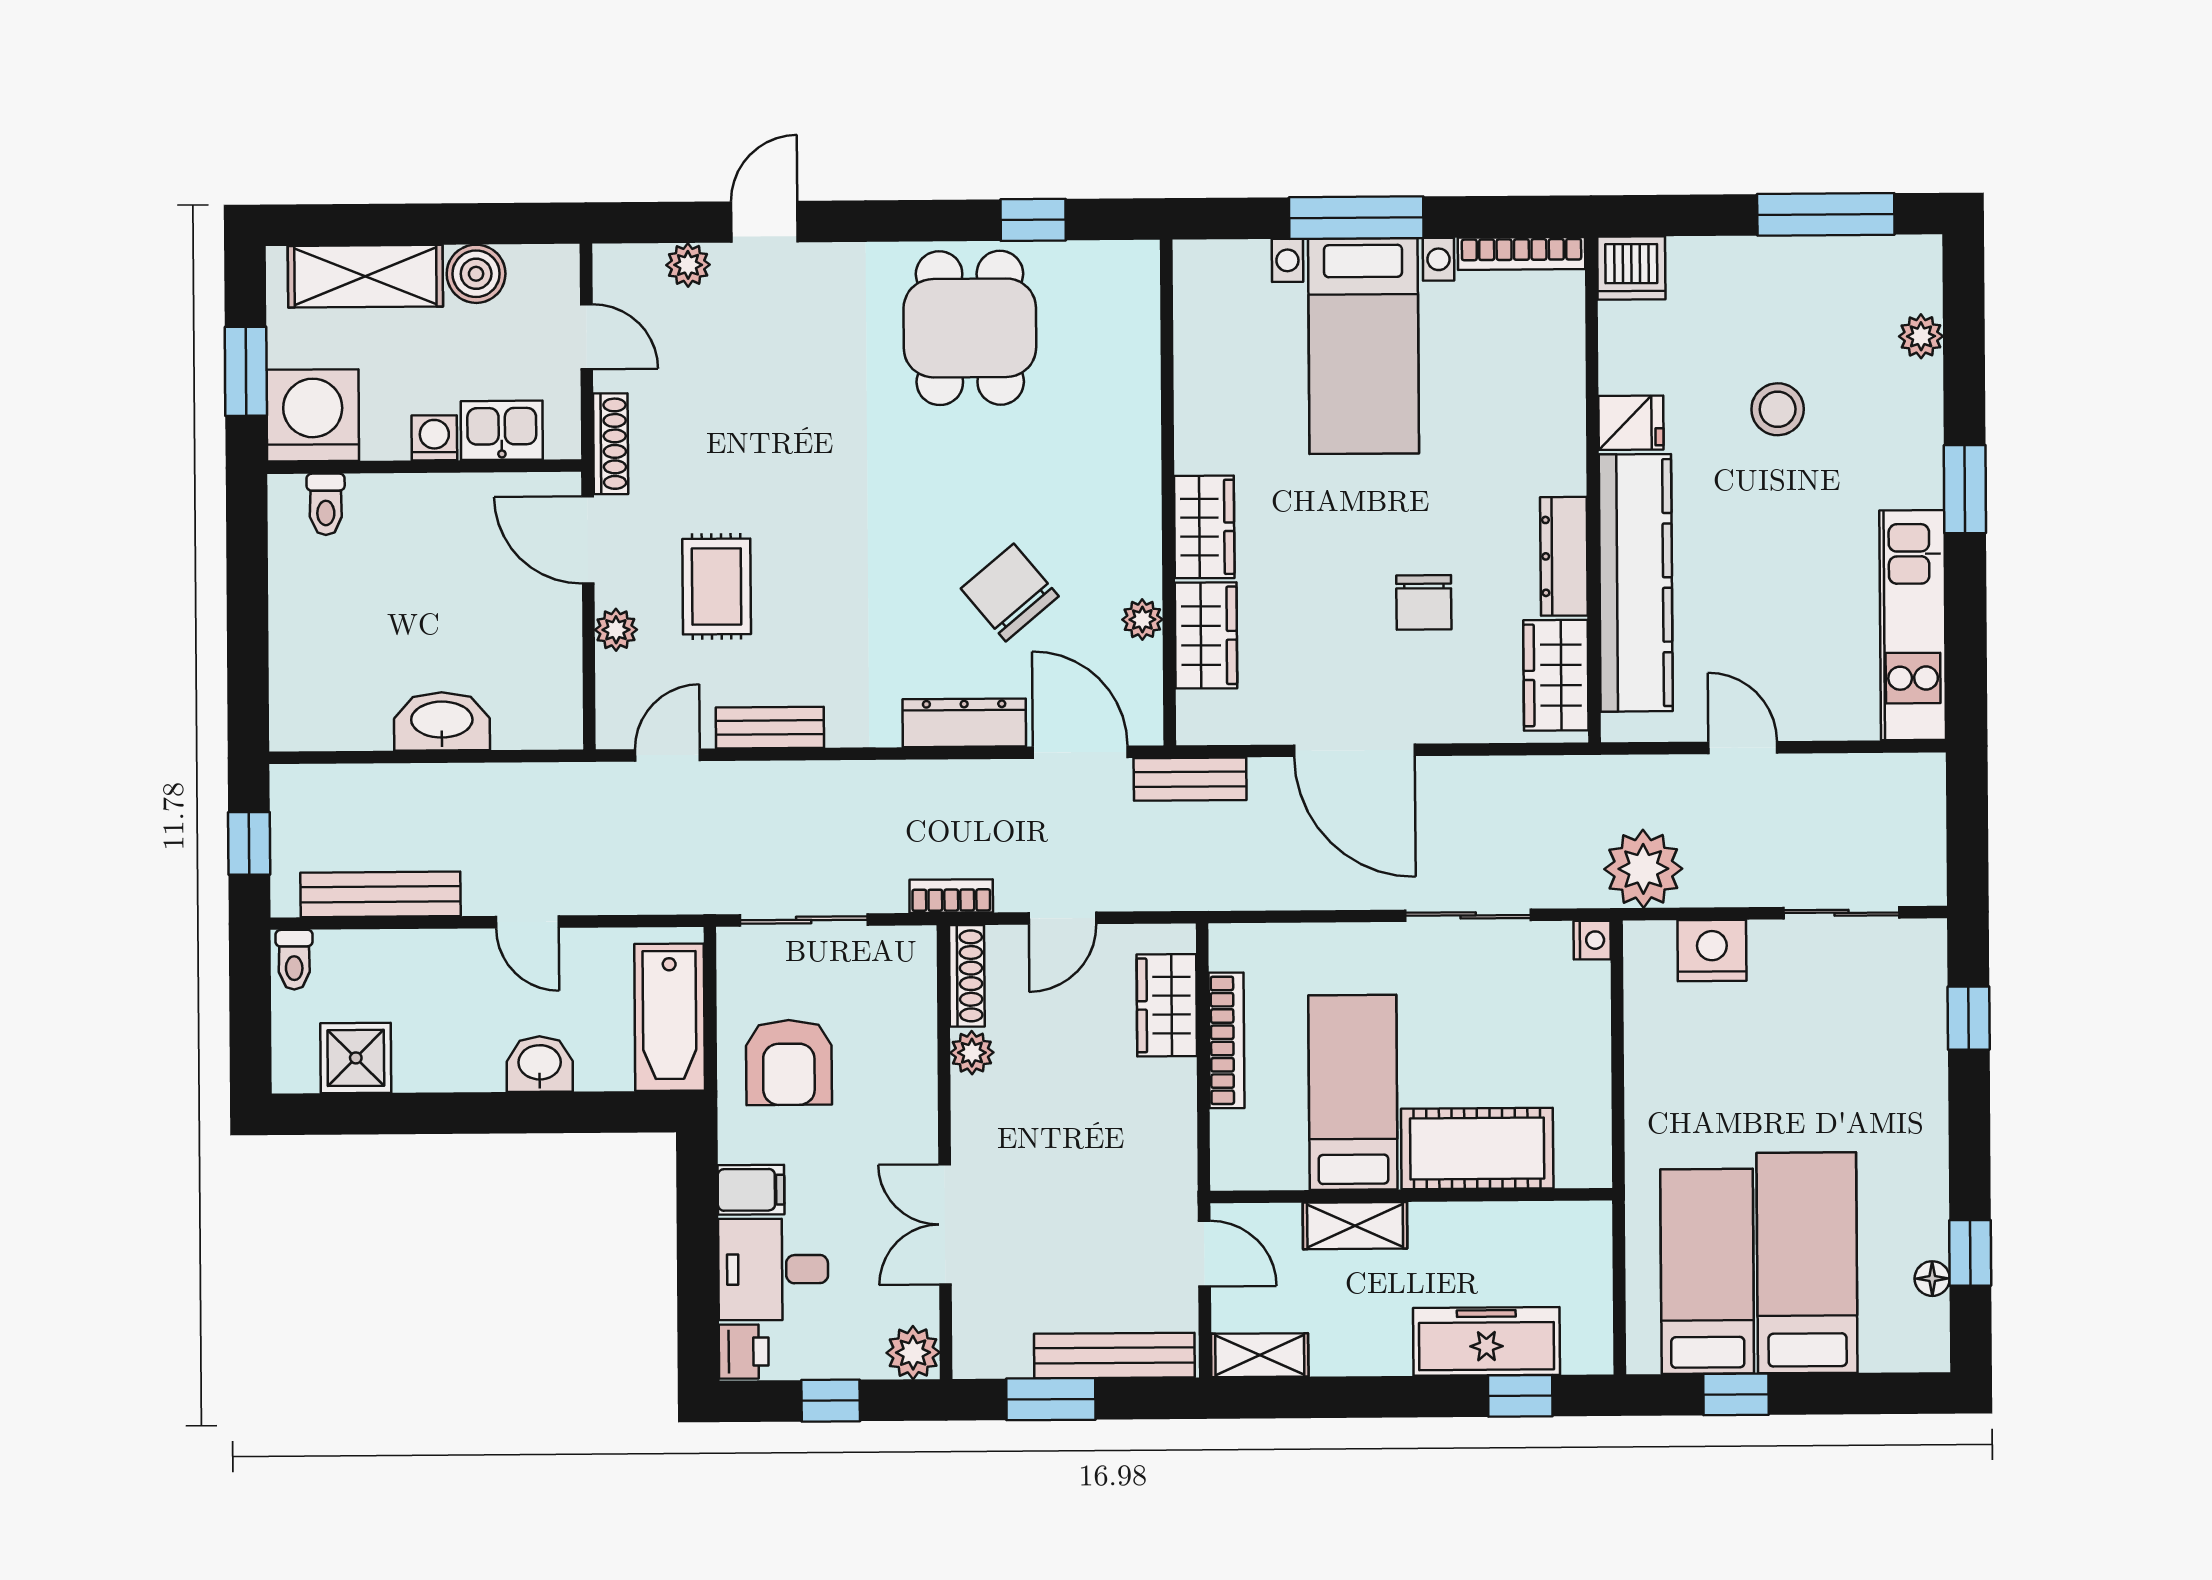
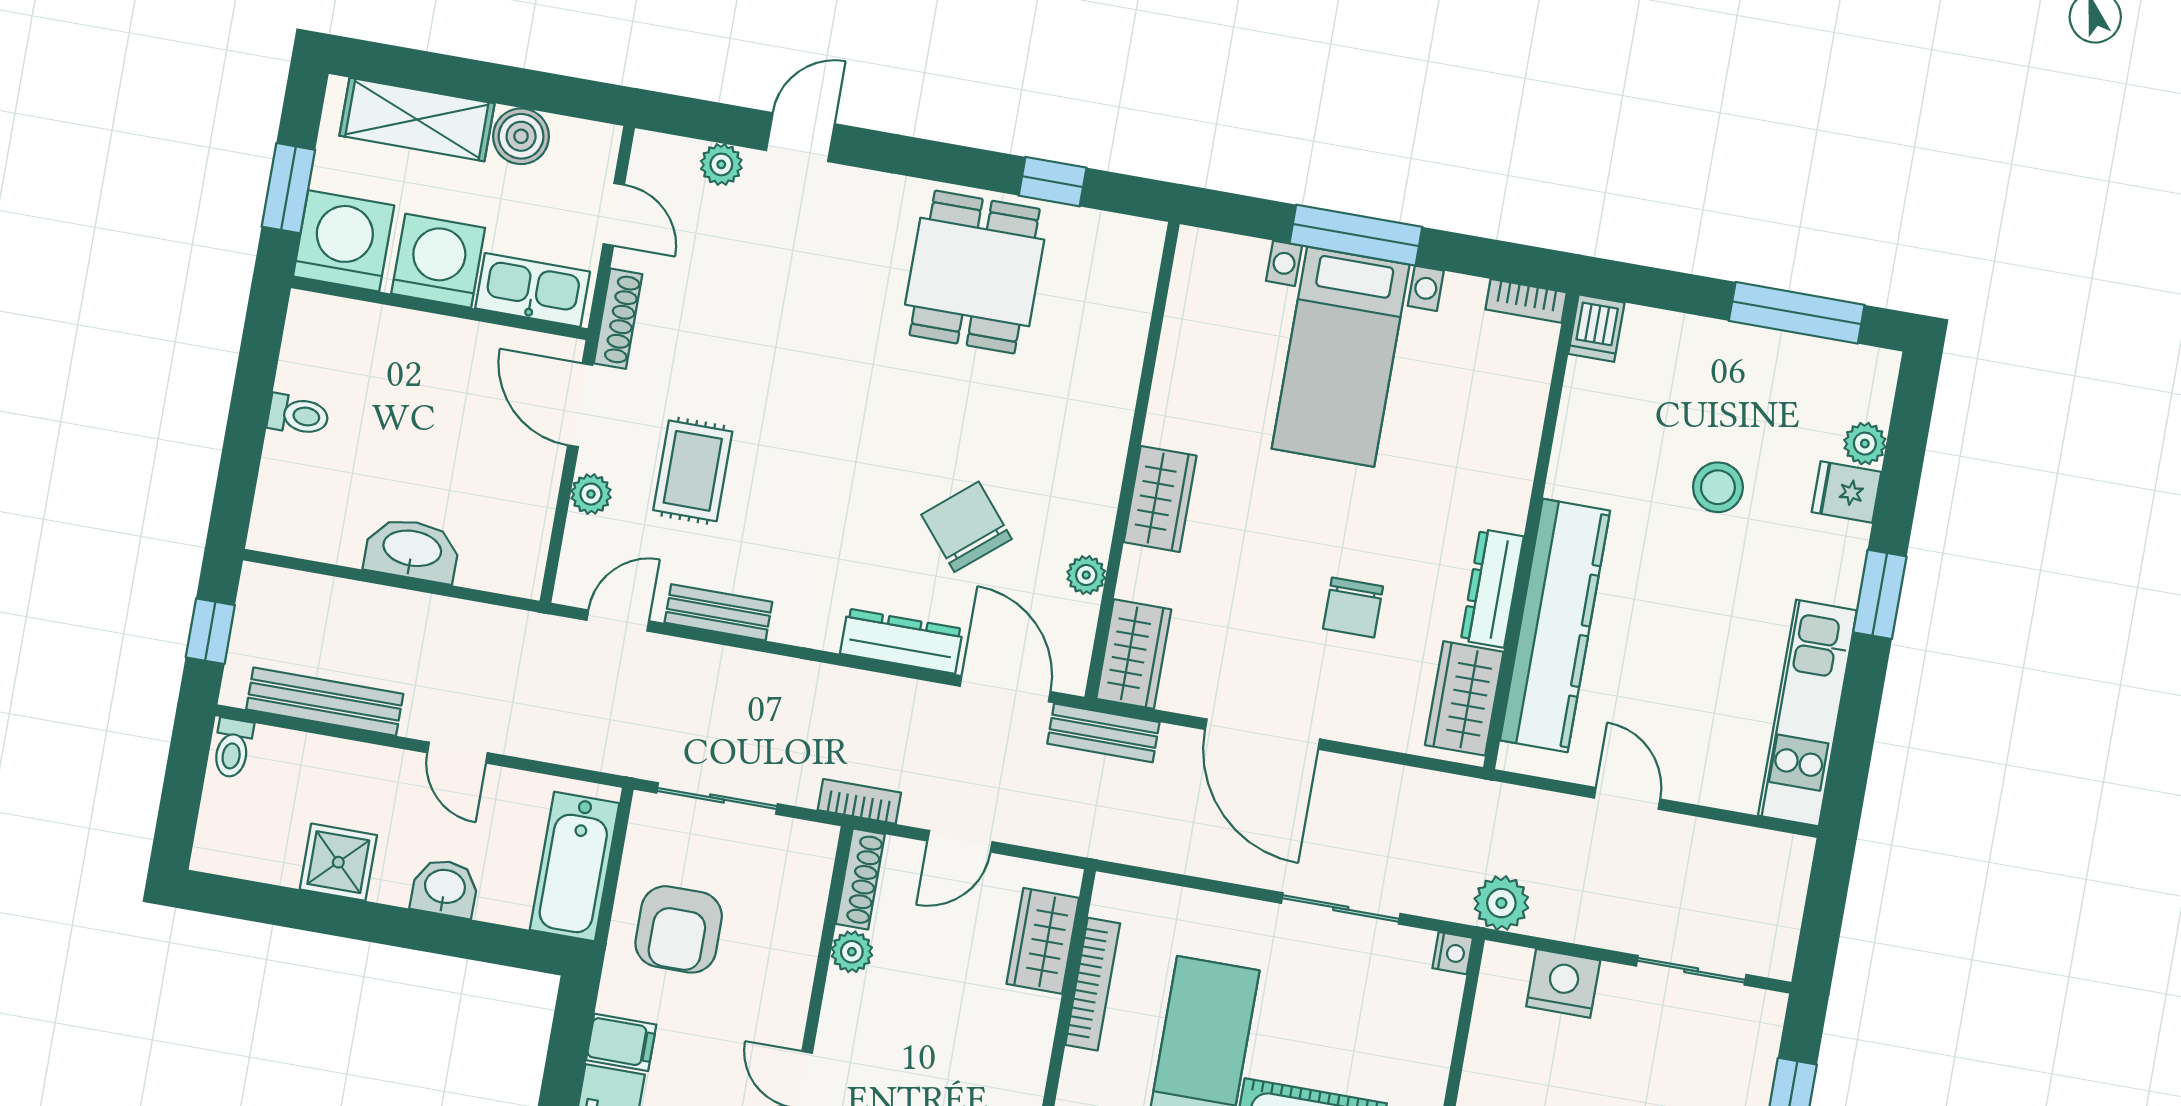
bookcase: (1522, 253) -> (1526, 301), width x0.64
dishwasher: (1631, 268) -> (1596, 328), width x0.73
fridge: (1631, 423) -> (1846, 492), moved, turned 180
kitchen sink: (502, 430) -> (533, 290), width x1.38
washing machine: (434, 438) -> (438, 261), width x1.89, depth x1.89
toilet: (326, 504) -> (298, 415), moved, turned -90
wardrobe: (1206, 635) -> (1134, 654), moved
plant: (1643, 869) -> (1501, 903), width x0.73, depth x0.73
shower: (356, 1058) -> (338, 862), moved

